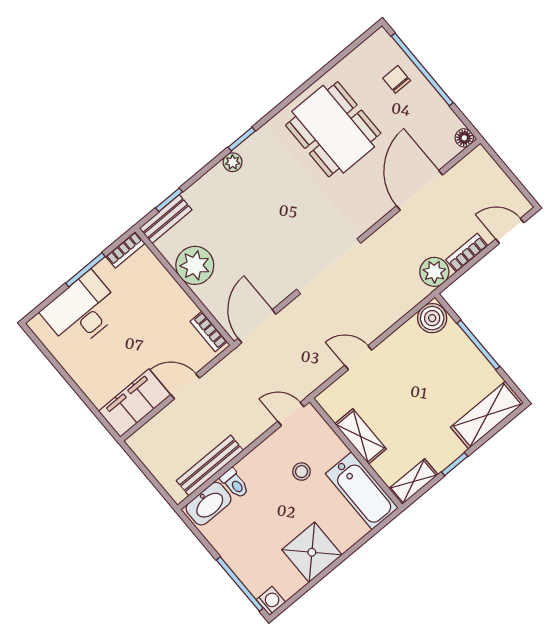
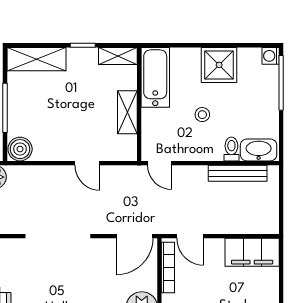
bookcase: (209, 331) -> (168, 268), width x1.56
door: (185, 386) -> (190, 236), moved
stool: (301, 472) -> (202, 115), moved

